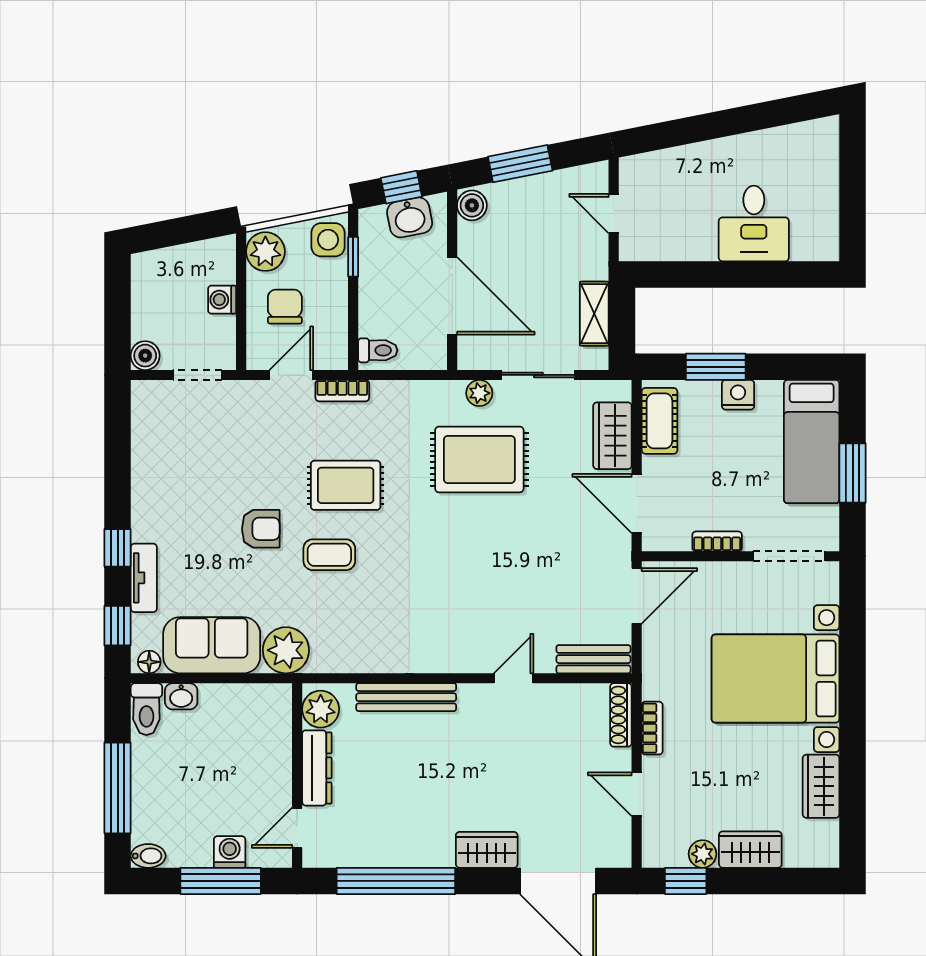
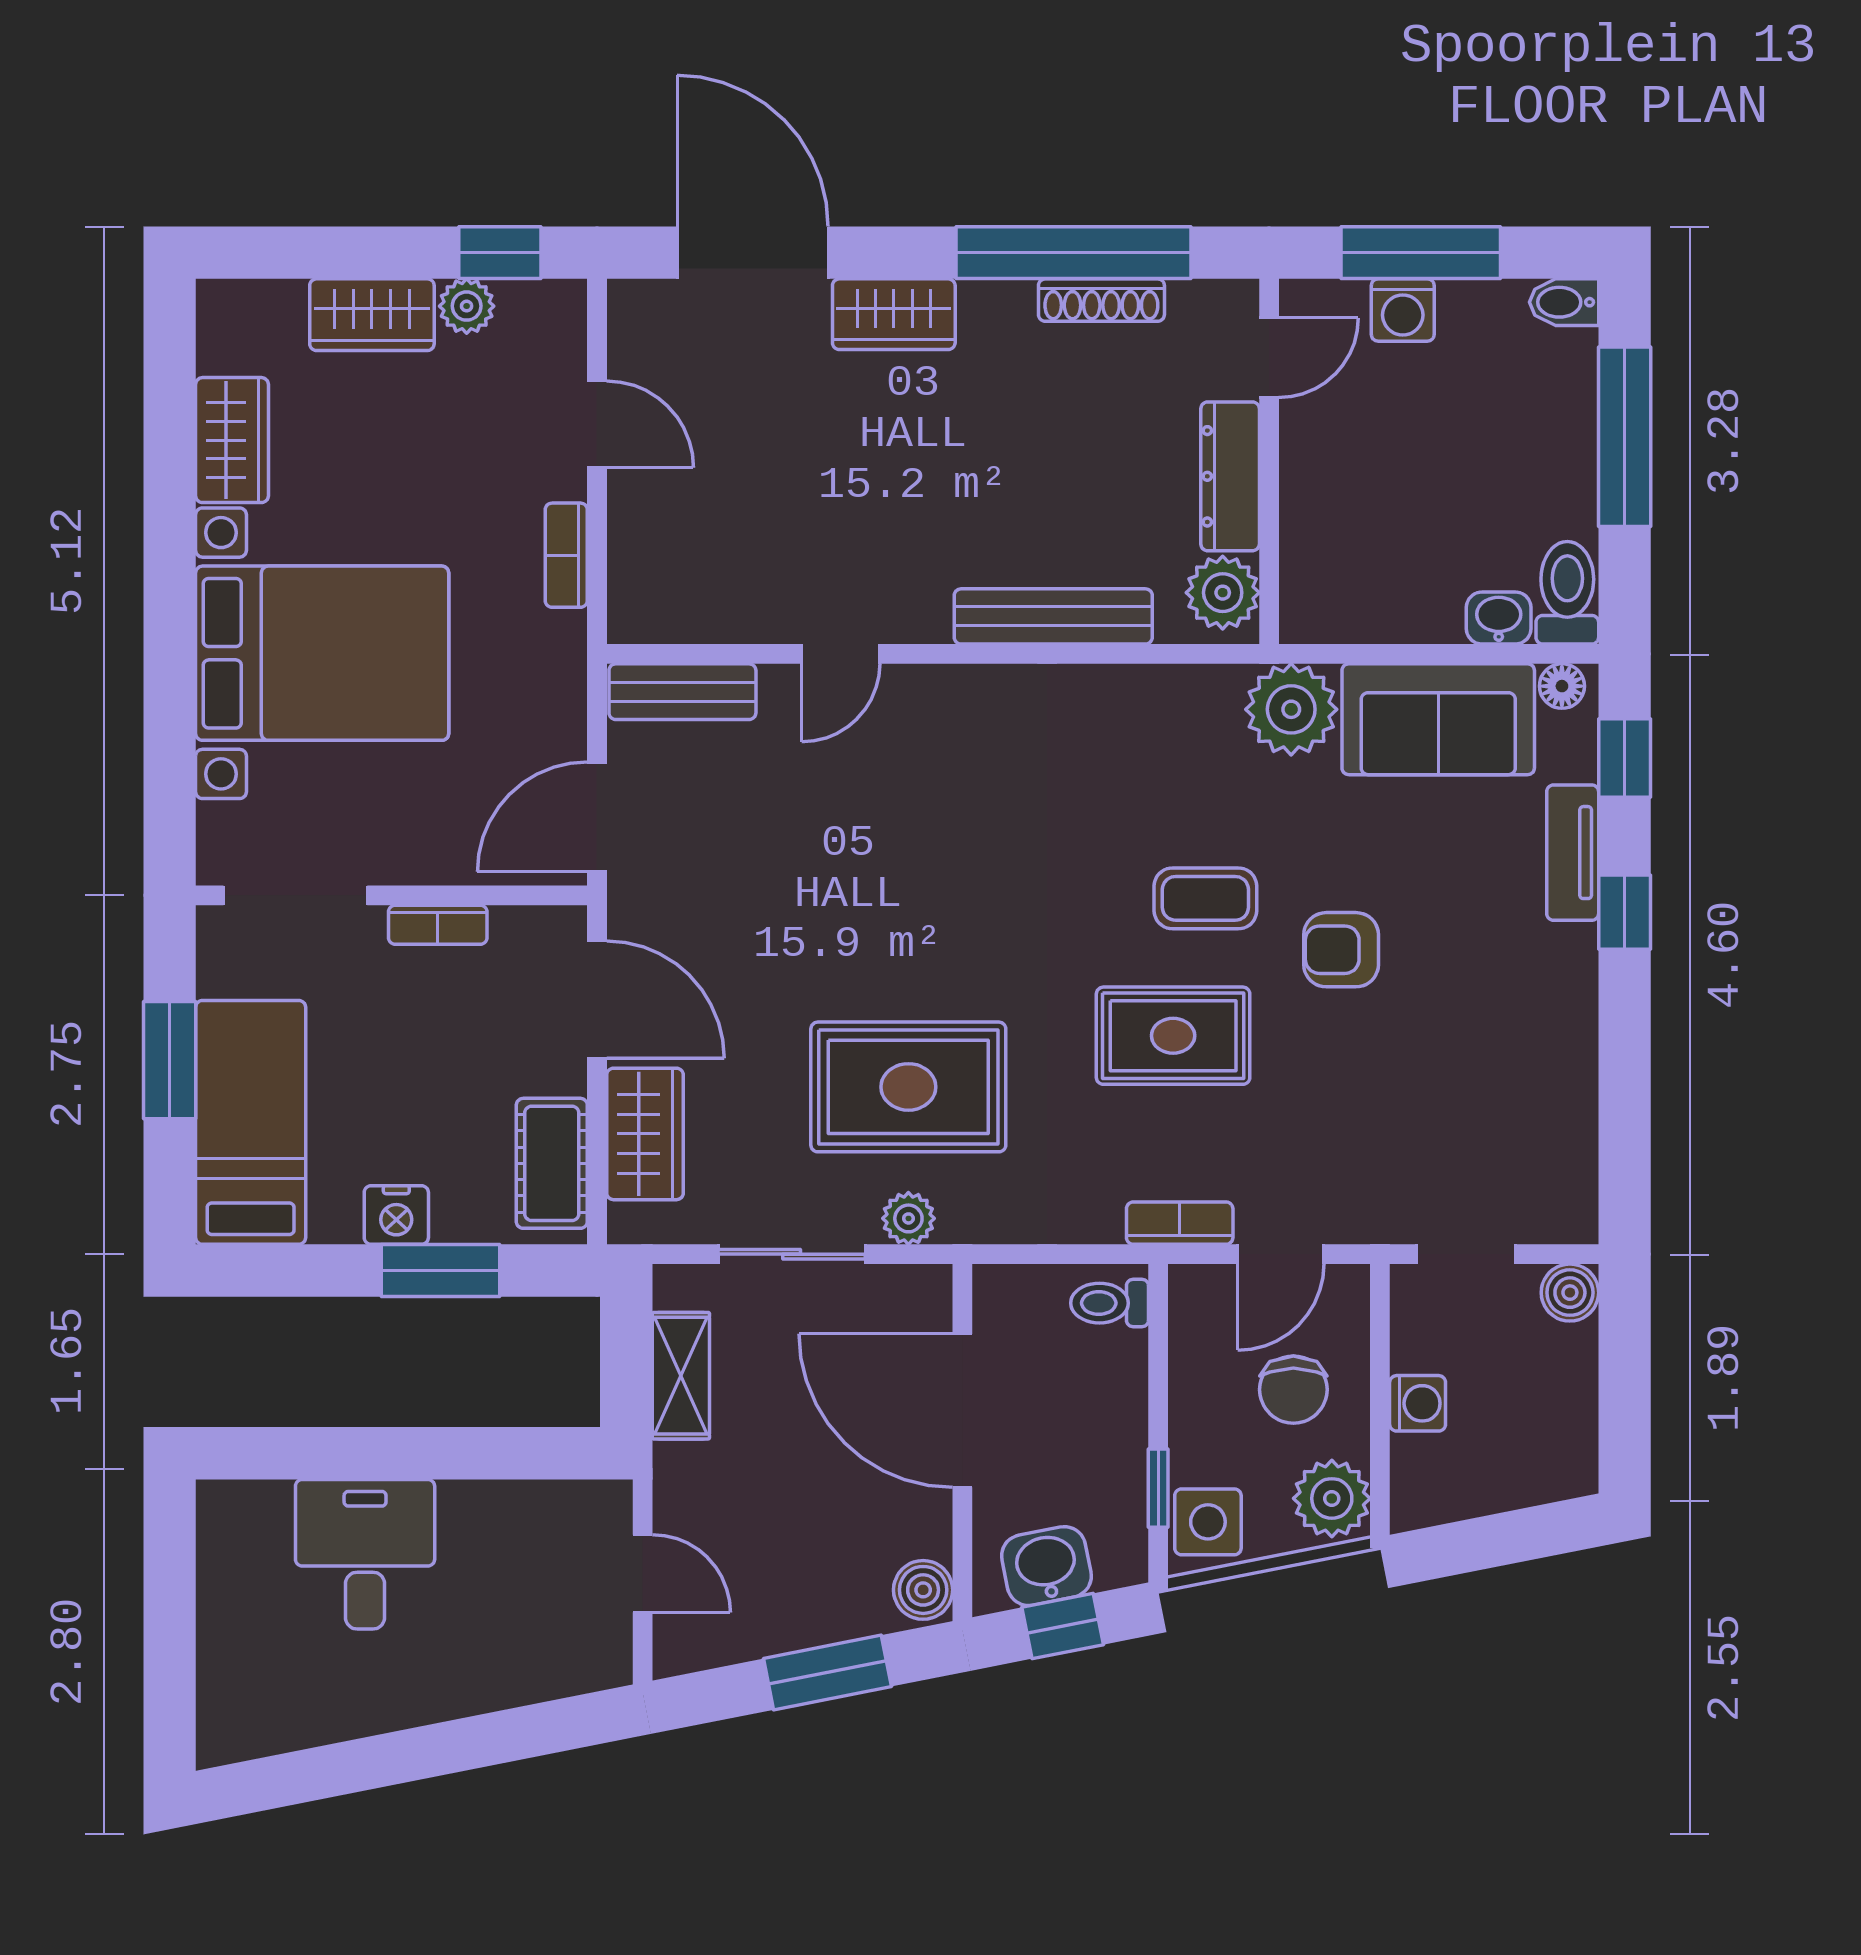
shoe rack: (621, 715) -> (1101, 300), moved, turned 90

